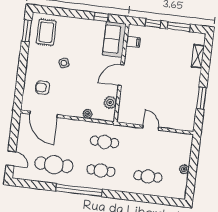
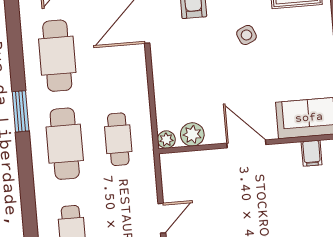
plant: (88, 114) -> (166, 140), moved
cafe table: (101, 171) -> (65, 144), width x1.37, depth x1.35
window: (79, 190) -> (21, 111), width x0.47

